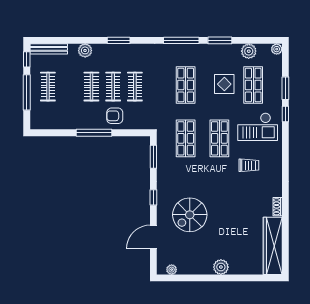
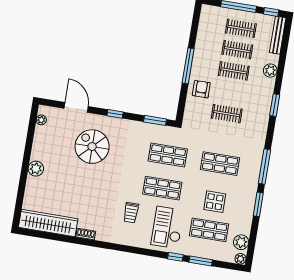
plant: (249, 51) -> (241, 242), moved
clothes rail: (113, 87) -> (237, 50), moved

